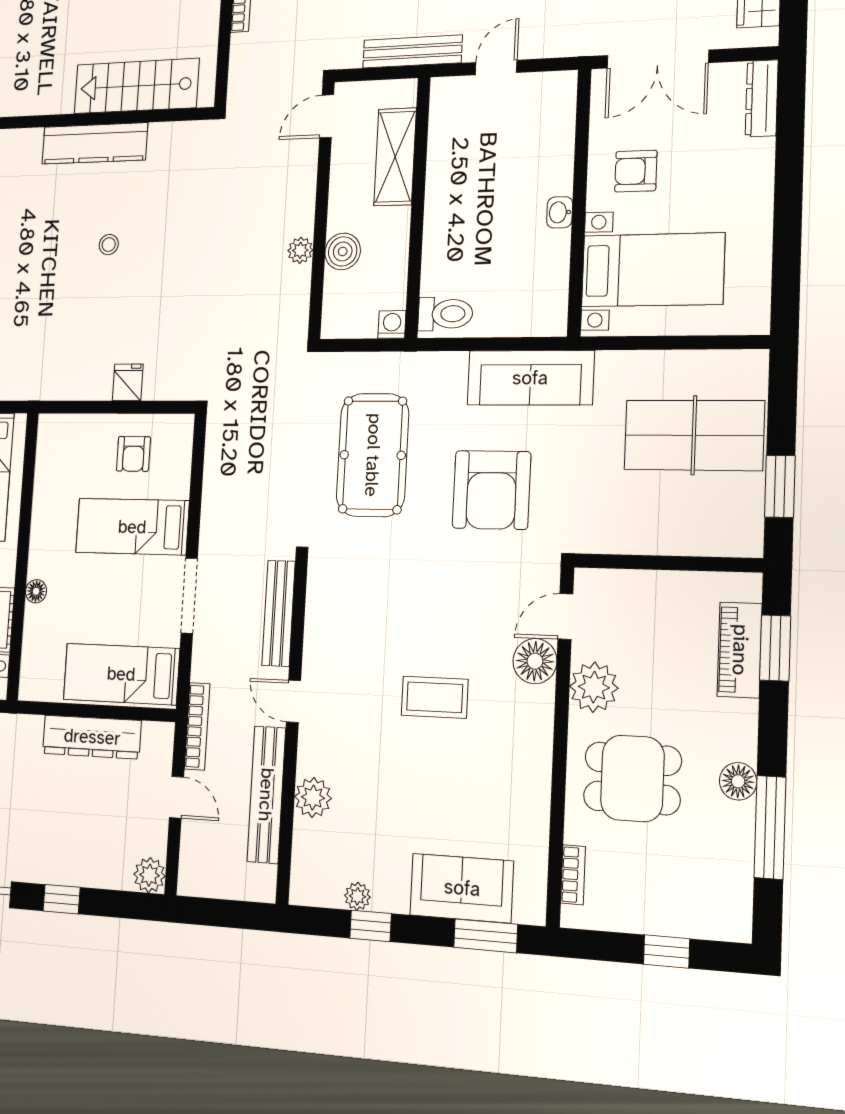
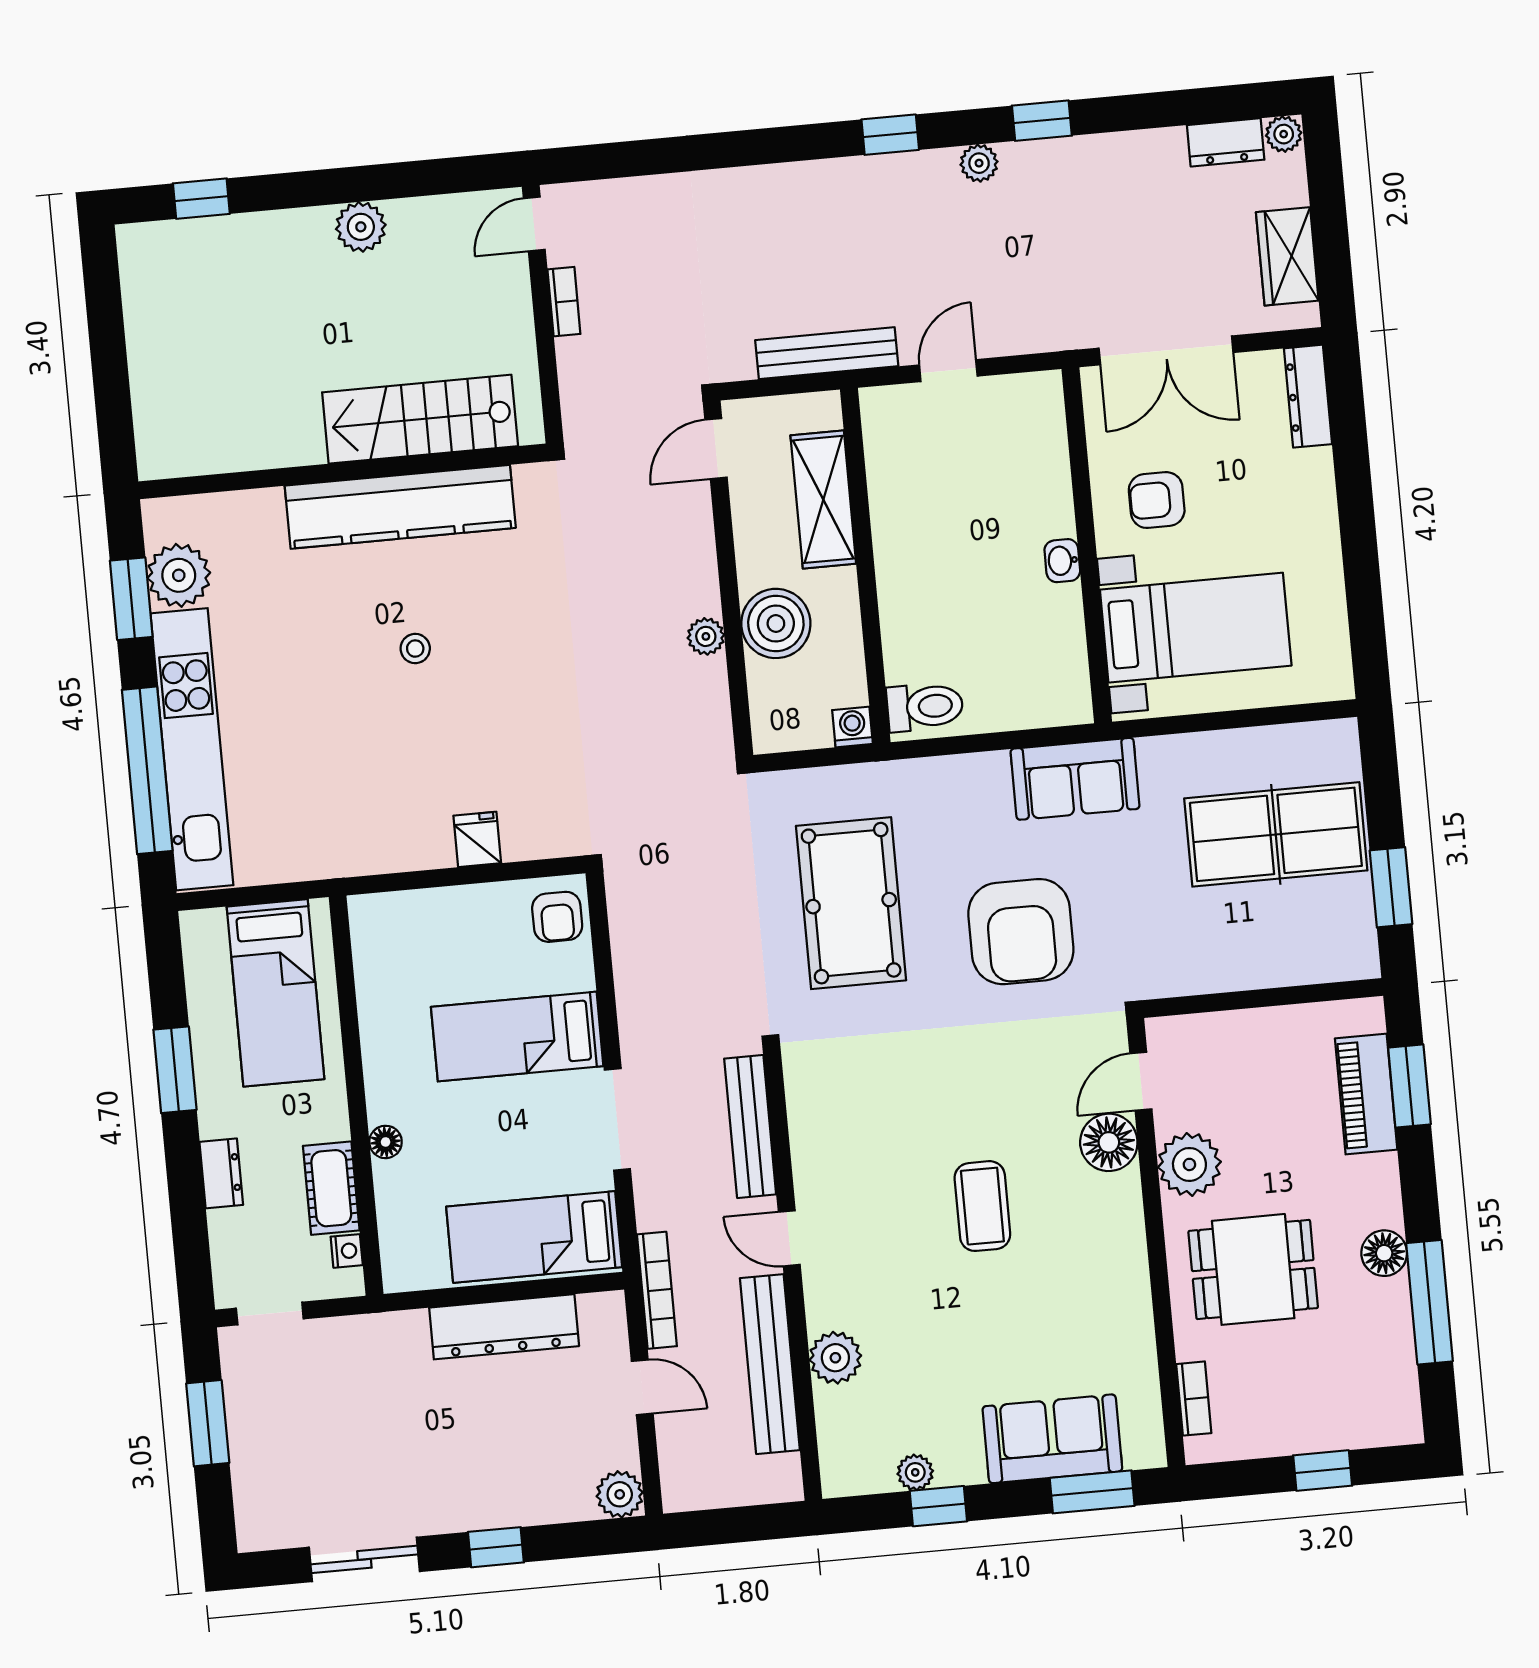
kitchen counter: (95, 143) -> (400, 507), width x1.39, depth x1.17
boiler: (343, 251) -> (776, 623), width x1.37, depth x1.37
sofa: (530, 378) -> (1075, 779), width x0.73
armchair: (133, 454) -> (557, 917), moved
coffee table: (435, 697) -> (982, 1206), turned 90

